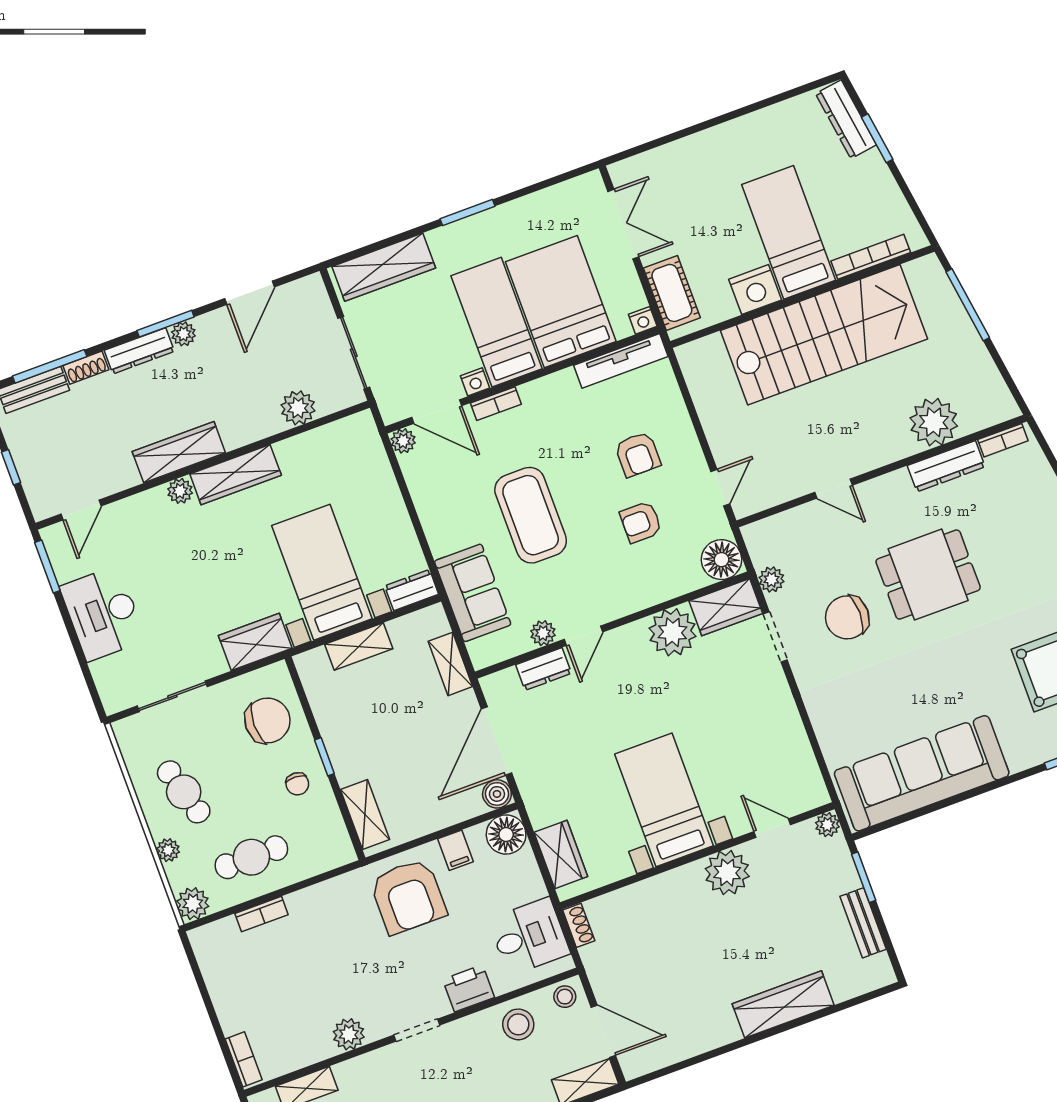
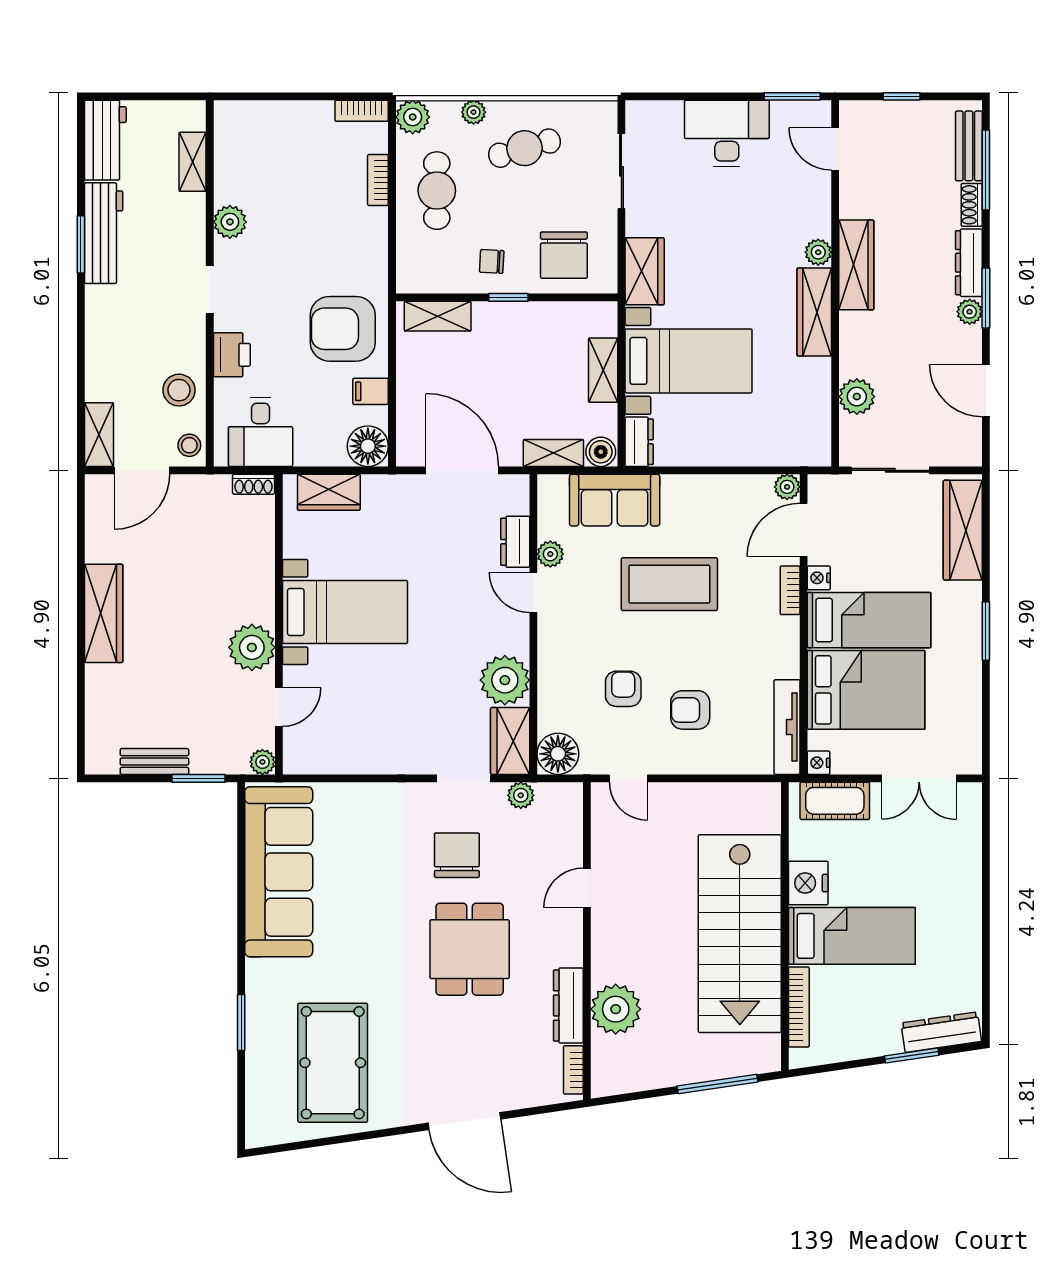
boiler: (497, 794) -> (601, 452), moved
wardrobe: (783, 1004) -> (104, 613), moved
bookcase: (244, 1059) -> (362, 111), moved

